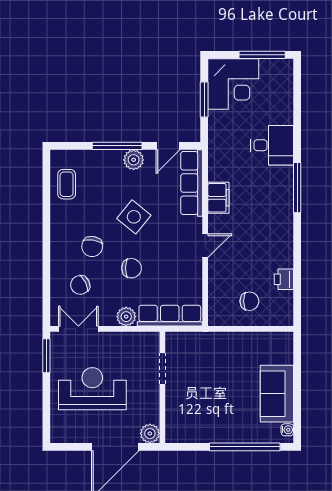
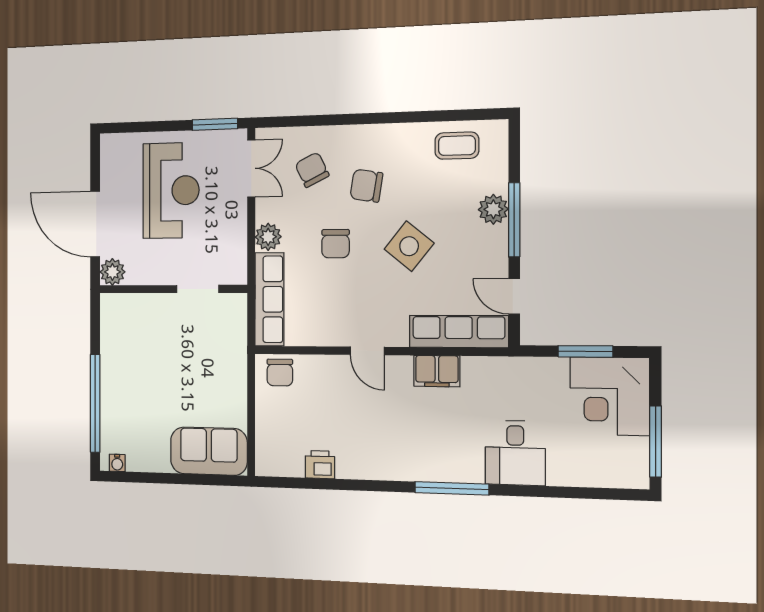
plant: (134, 160) -> (493, 209), moved
chair: (249, 301) -> (280, 372), moved
sofa: (277, 394) -> (209, 451), moved

